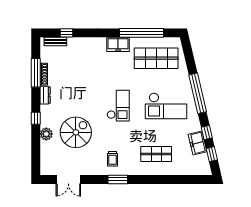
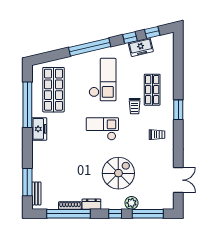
window: (66, 33) -> (27, 182), width x2.17
window: (36, 73) -> (68, 214), width x1.46
spiral stairs: (76, 132) -> (118, 173), moved, turned 90
trolley: (140, 137) -> (135, 106), added
window: (36, 150) -> (148, 214), added
window: (118, 179) -> (178, 110), moved

